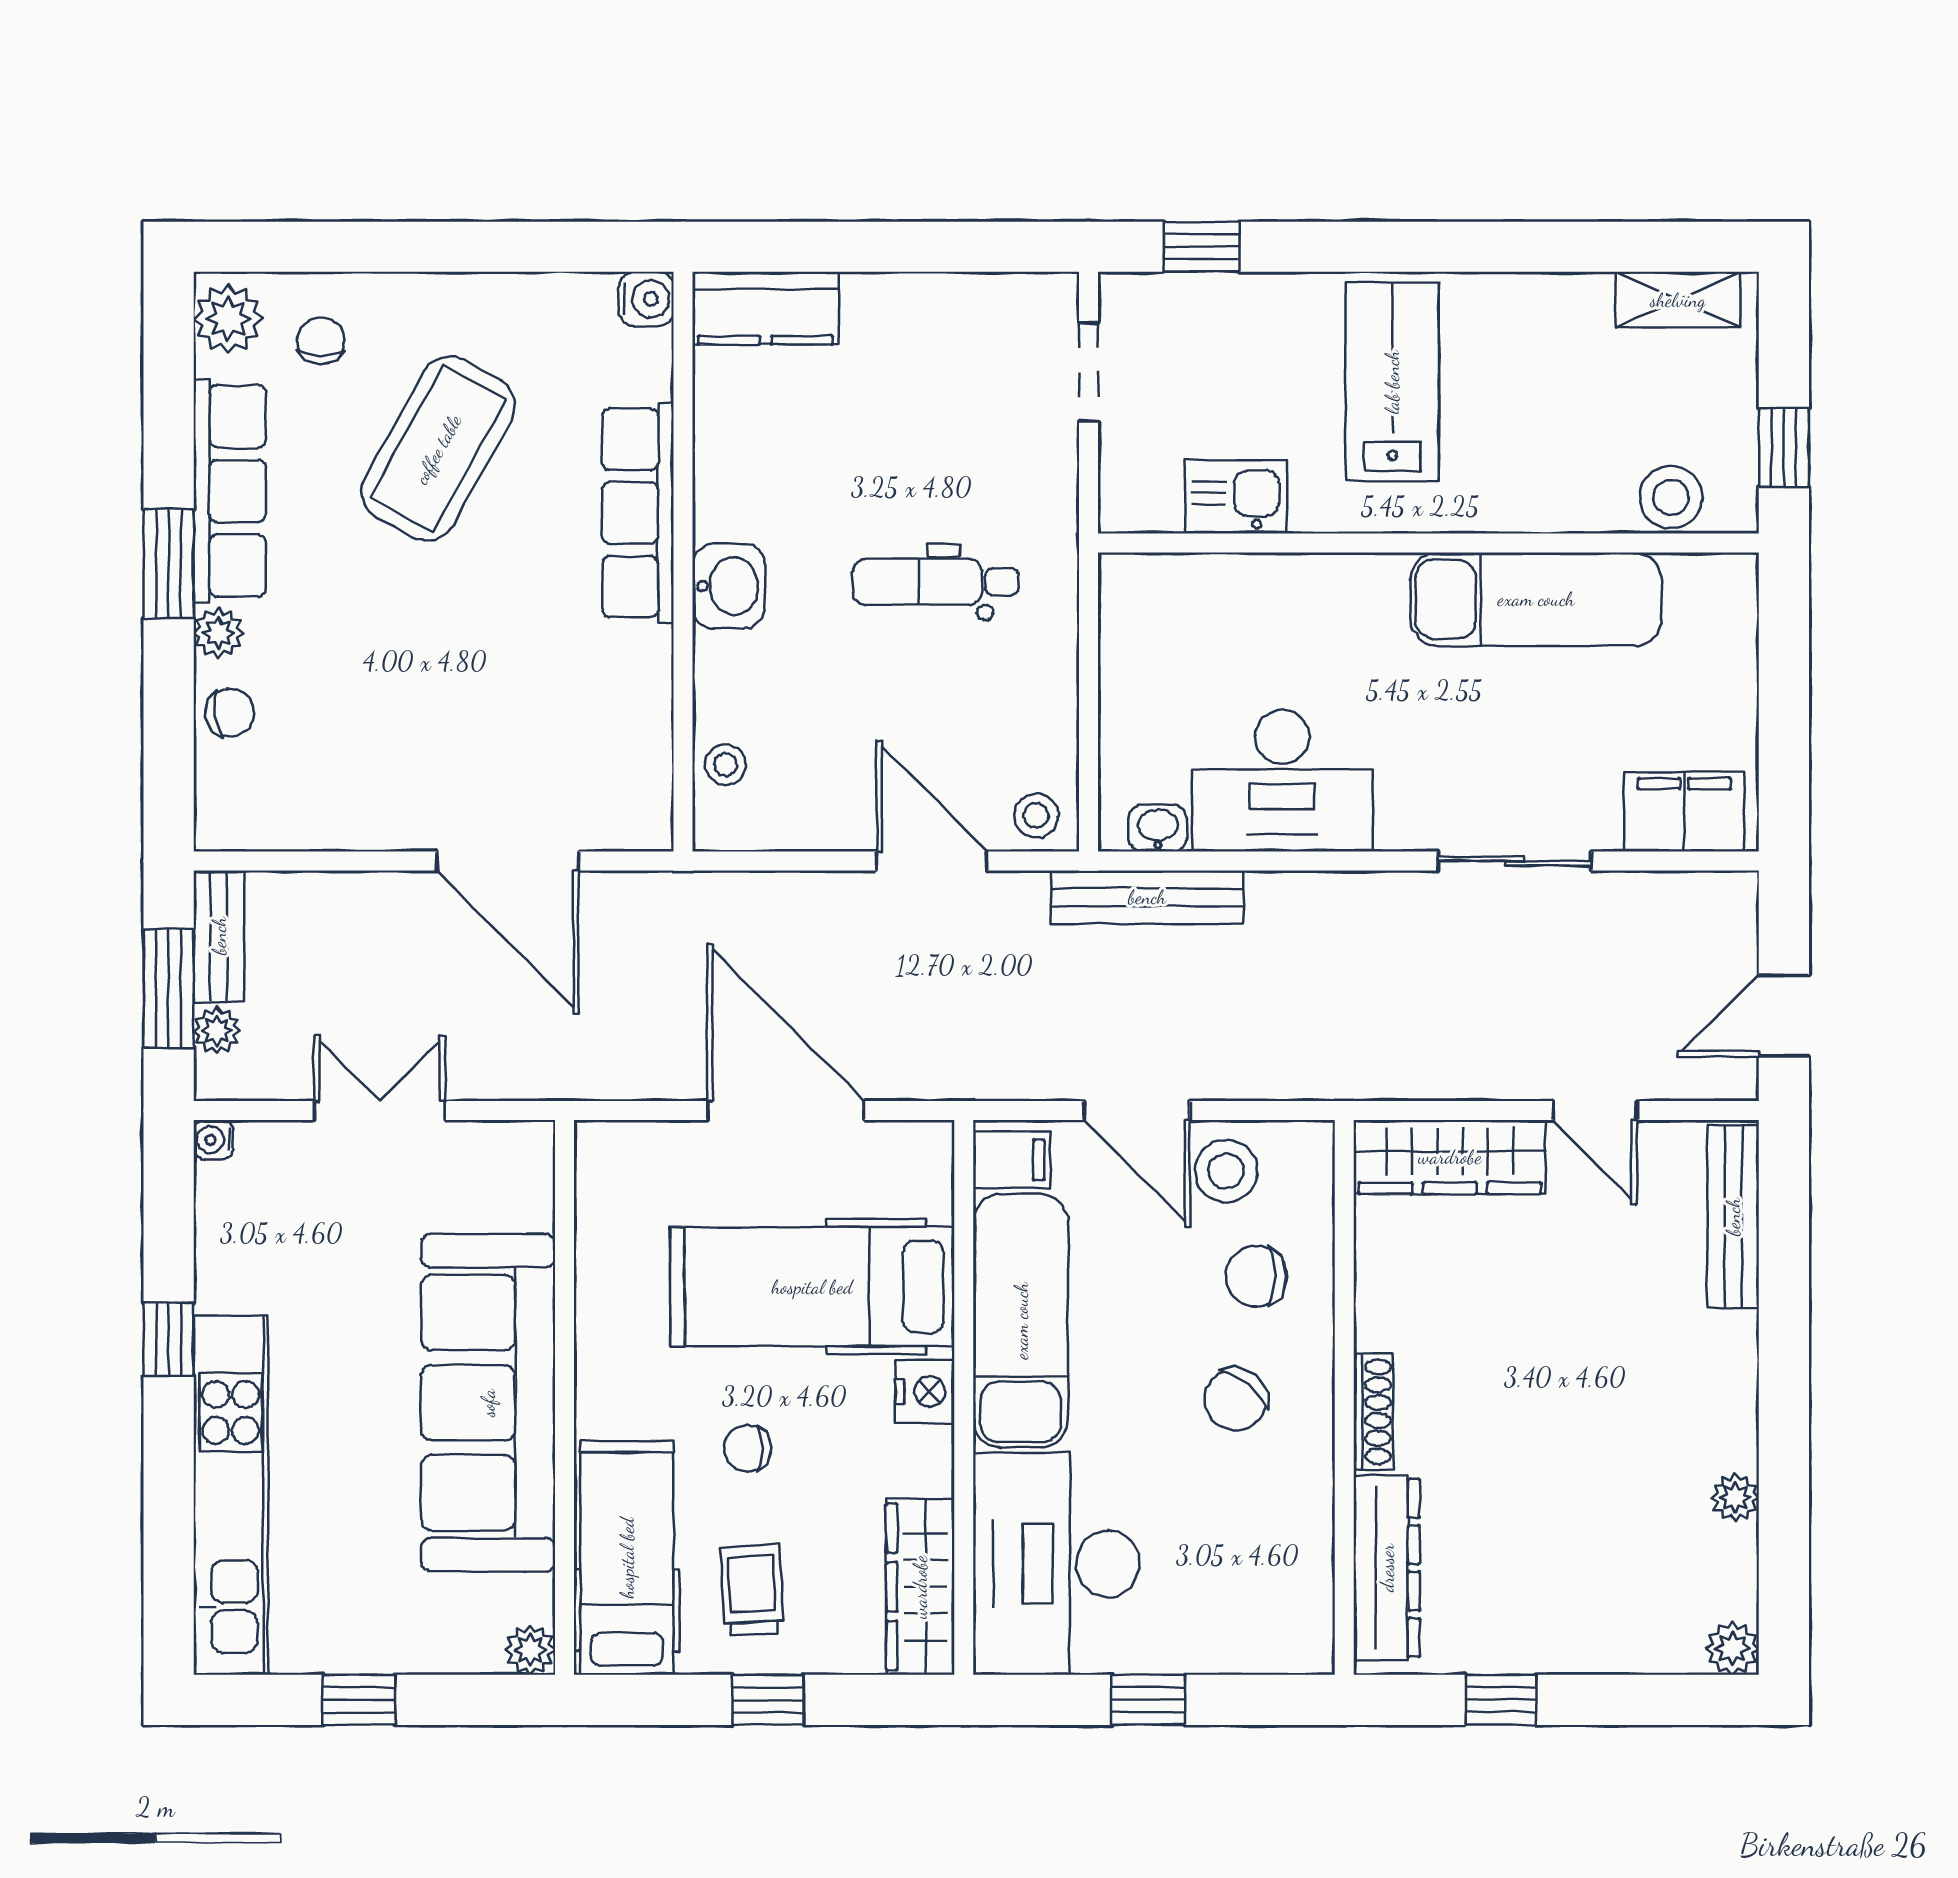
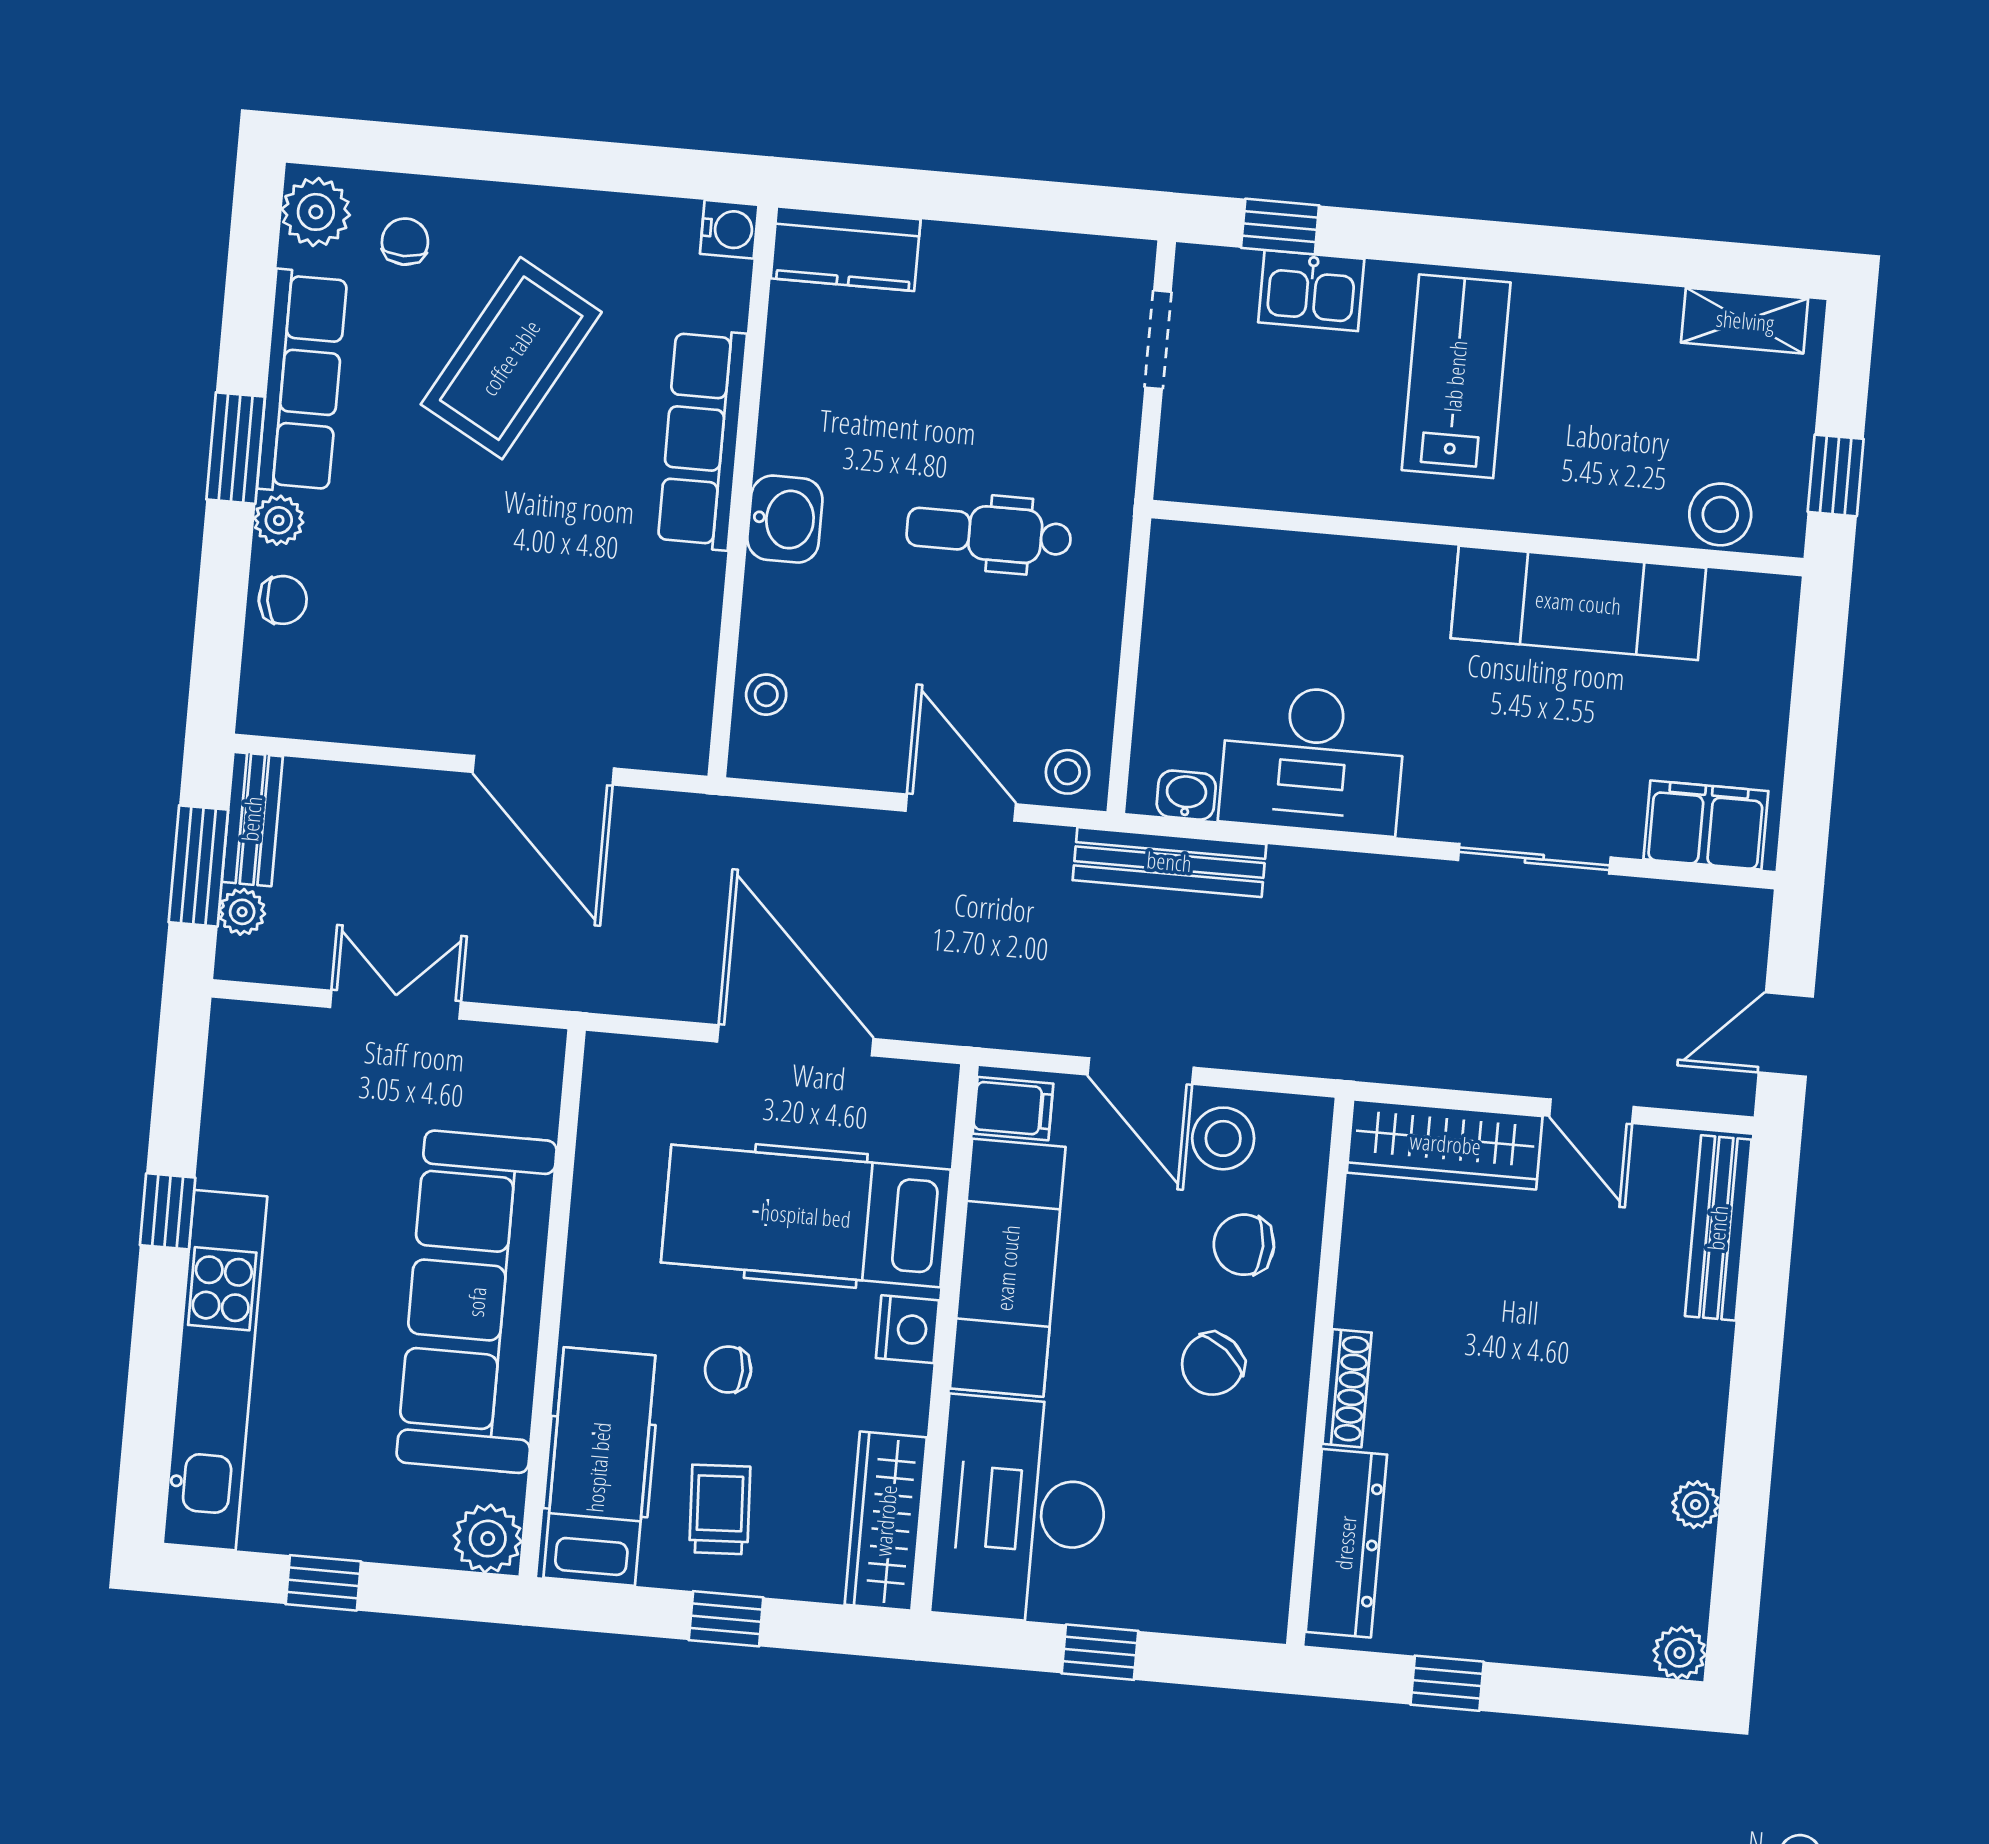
kitchen sink: (1236, 497) -> (1311, 291), moved, turned 180
water cooler: (213, 1140) -> (229, 1019), removed
plant: (530, 1650) -> (488, 1539), width x1.38, depth x1.38

